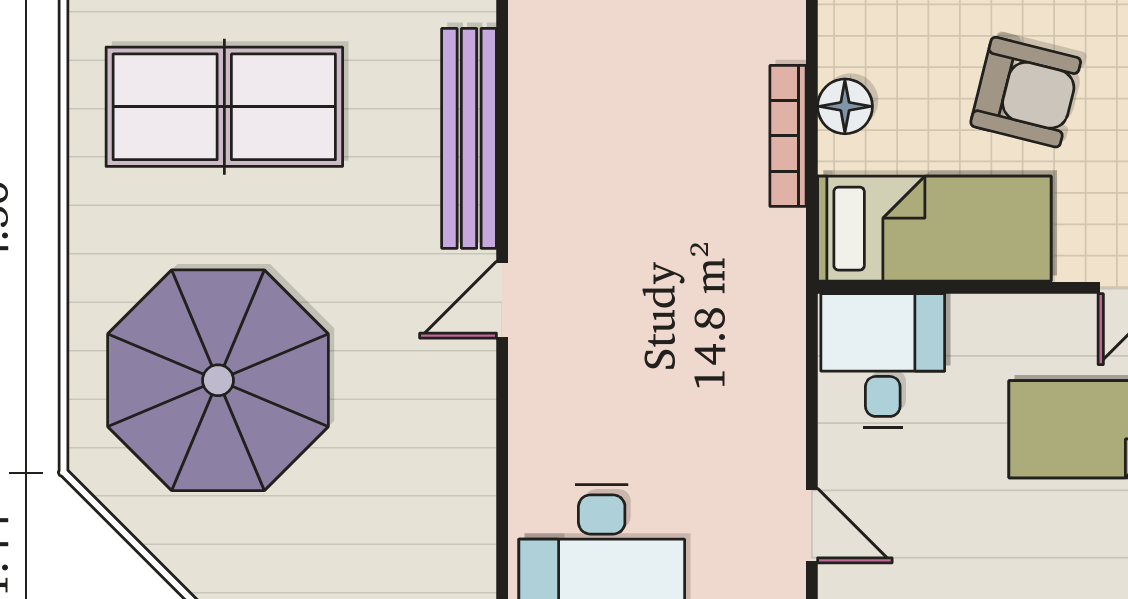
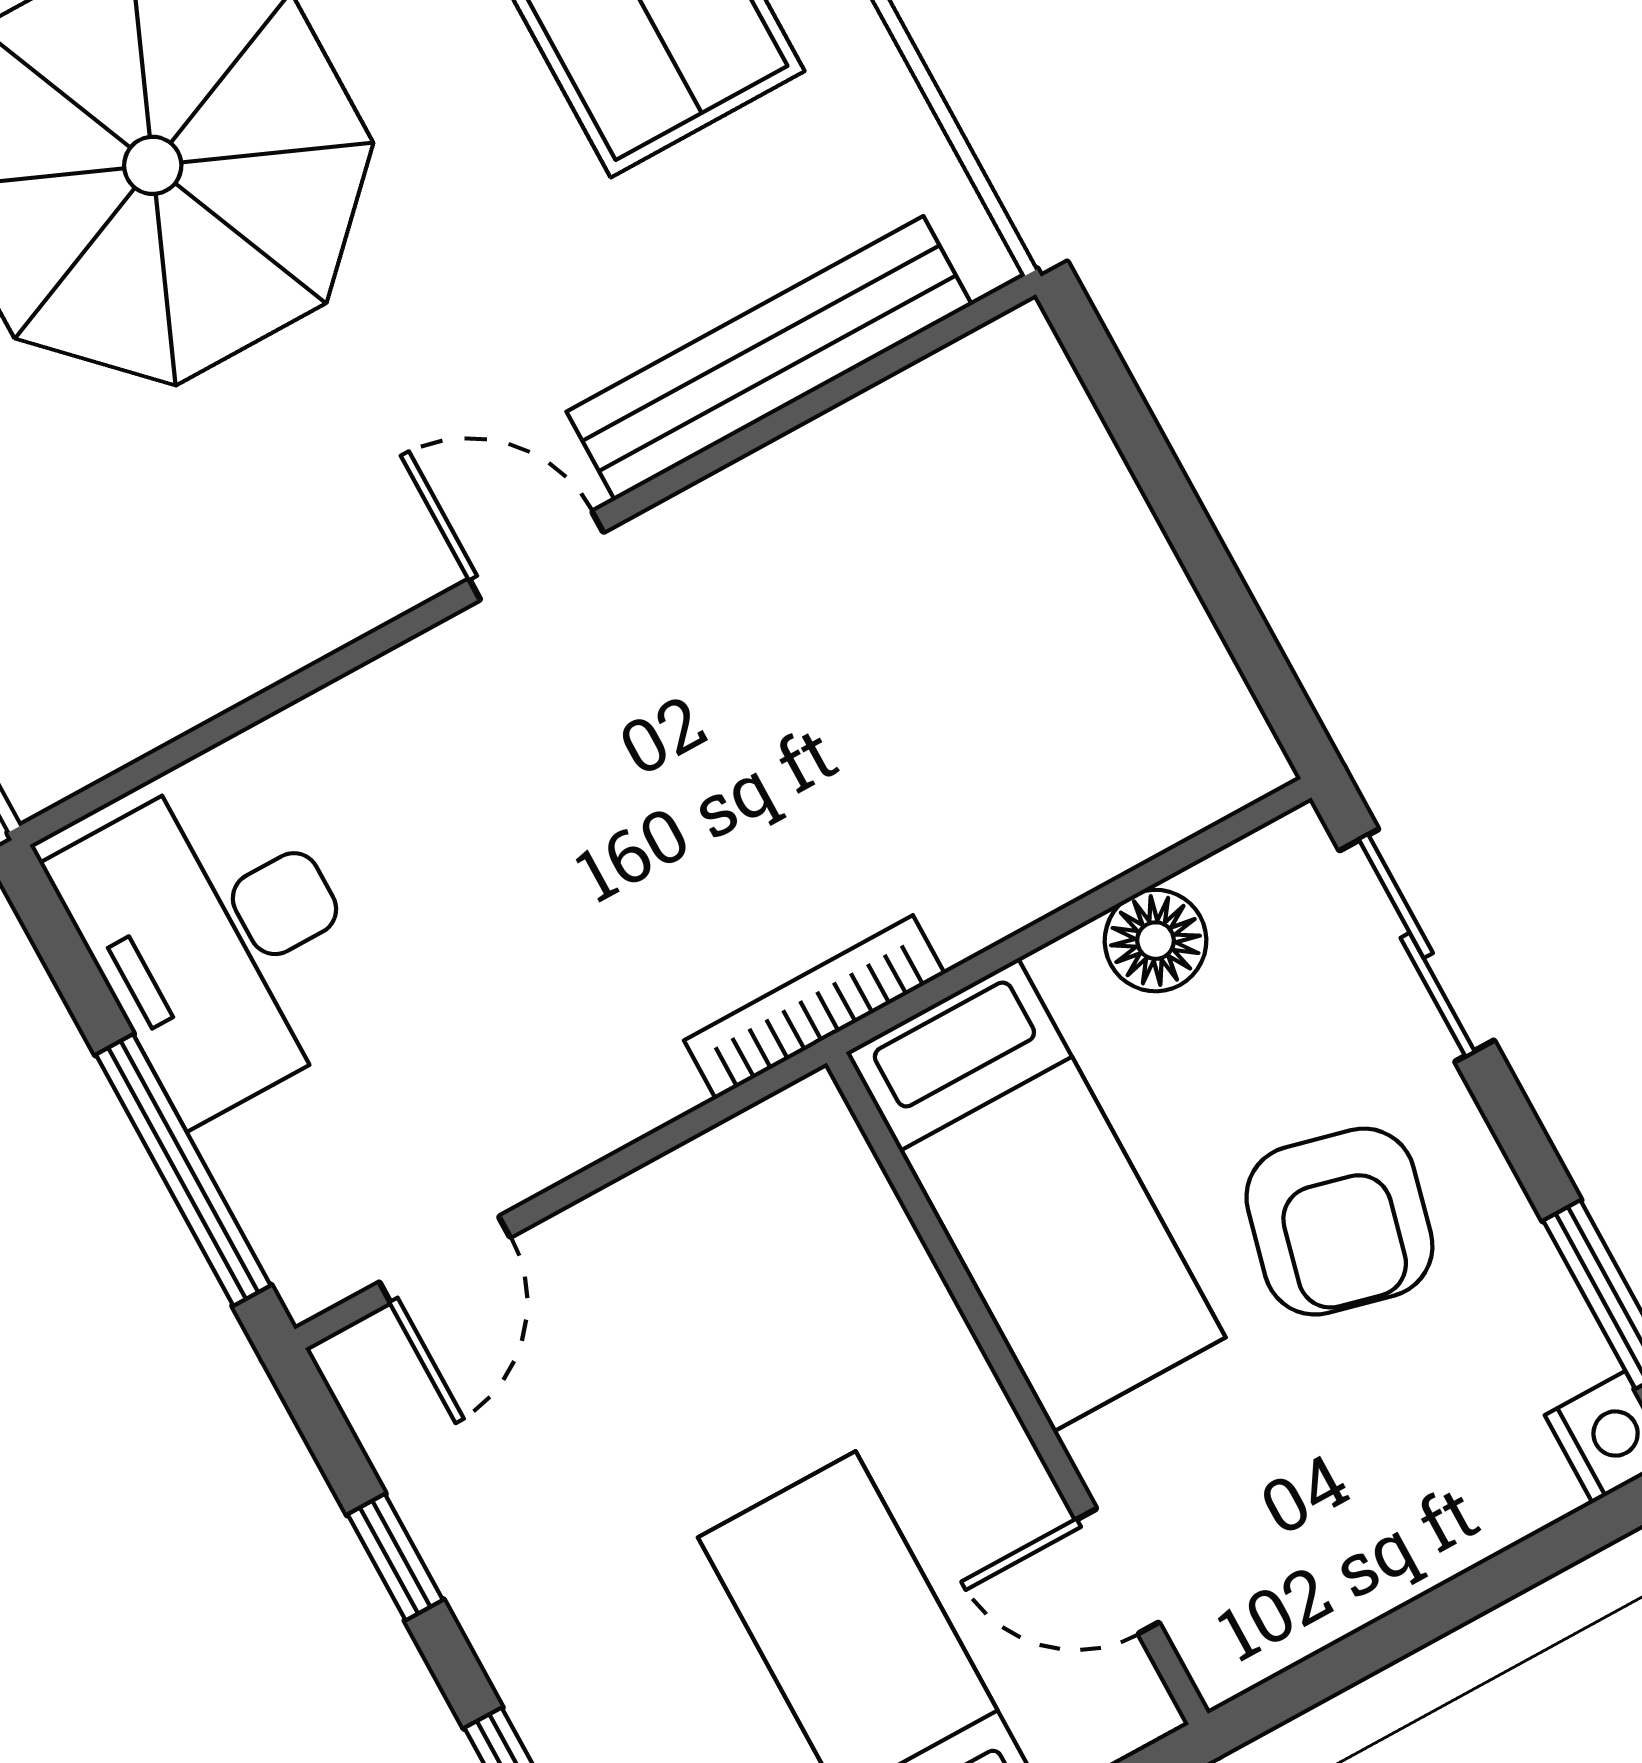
bookcase: (788, 136) -> (814, 1007), moved
desk: (883, 360) -> (776, 1228), removed

